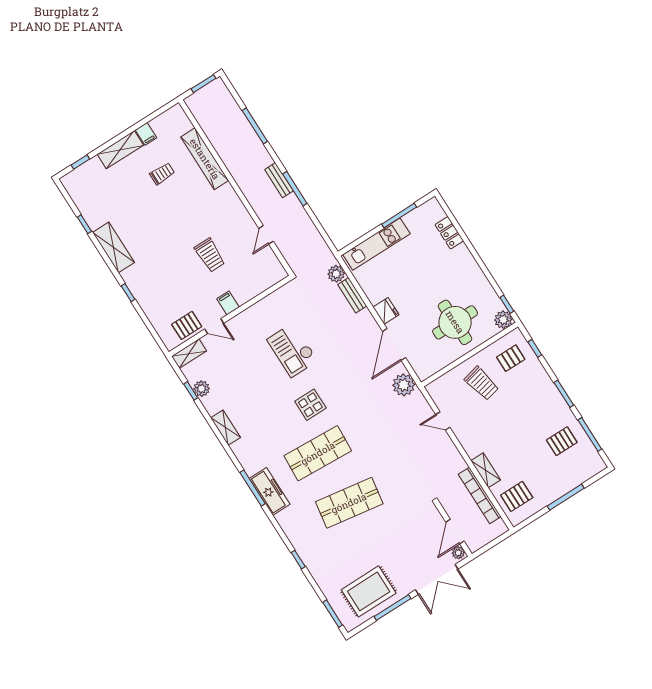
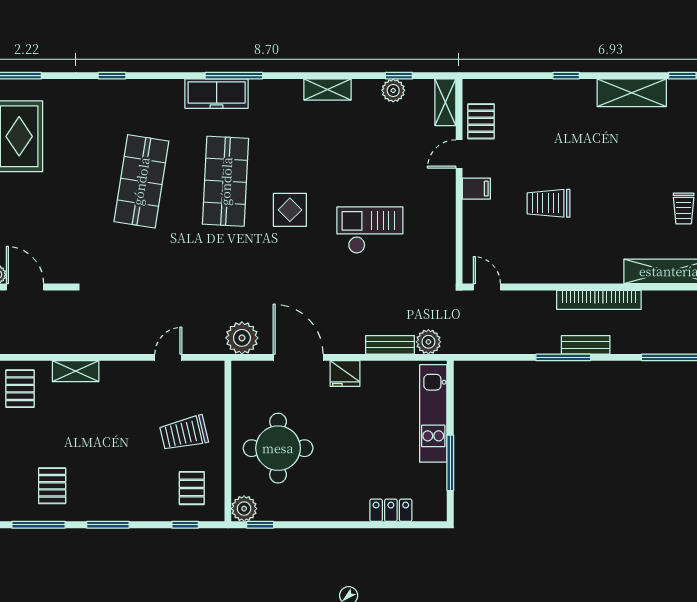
door: (266, 235) -> (487, 287), moved
bookcase: (480, 495) -> (599, 300), moved, turned 180

